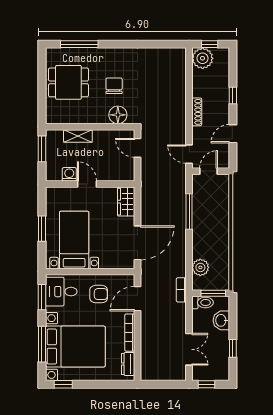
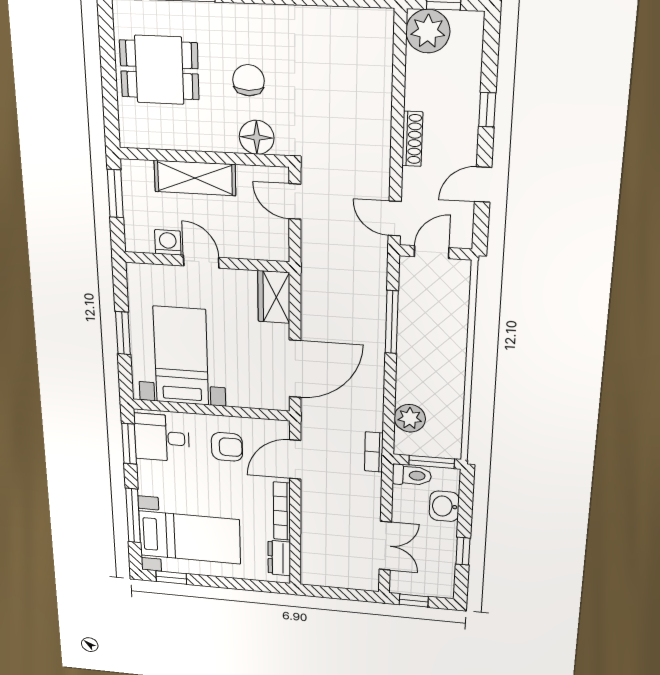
shelving: (78, 136) -> (195, 178), width x1.50, depth x1.33
bed with nightstands: (75, 347) -> (190, 537), width x0.73

